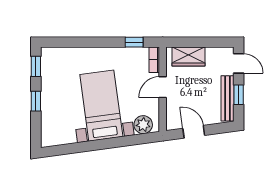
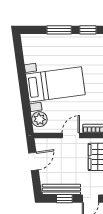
door: (163, 87) -> (71, 135), hinge flipped
window: (36, 101) -> (59, 30), width x1.50

